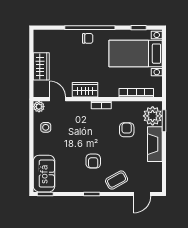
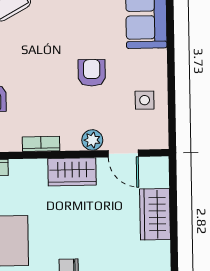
plant: (39, 107) -> (92, 140), moved
armchair: (93, 161) -> (92, 73), moved

